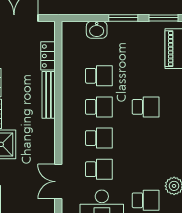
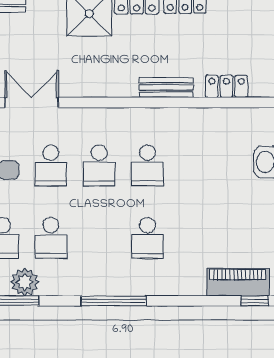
school desk: (99, 76) -> (51, 238), moved
bench: (49, 95) -> (166, 87), width x0.73

